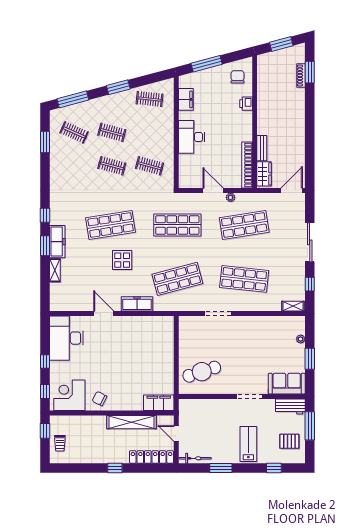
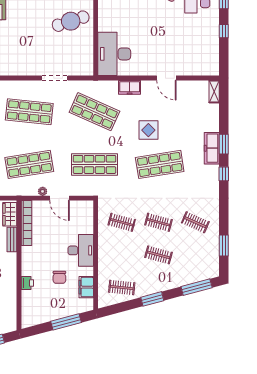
chair: (237, 77) -> (59, 277), moved
clothes rail: (74, 132) -> (195, 222), moved
shelving: (55, 270) -> (214, 92), moved
shop shelf: (177, 279) -> (94, 112), turned 39
freezer: (137, 304) -> (130, 87), width x0.71
desk: (66, 338) -> (114, 54), moved, turned 180

